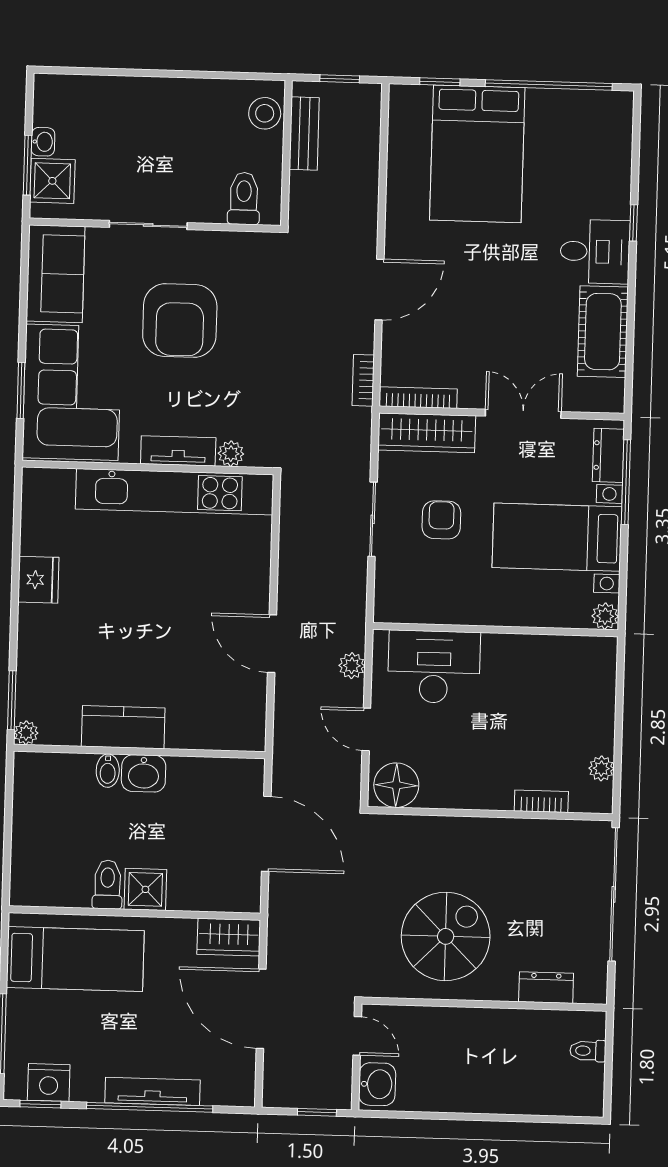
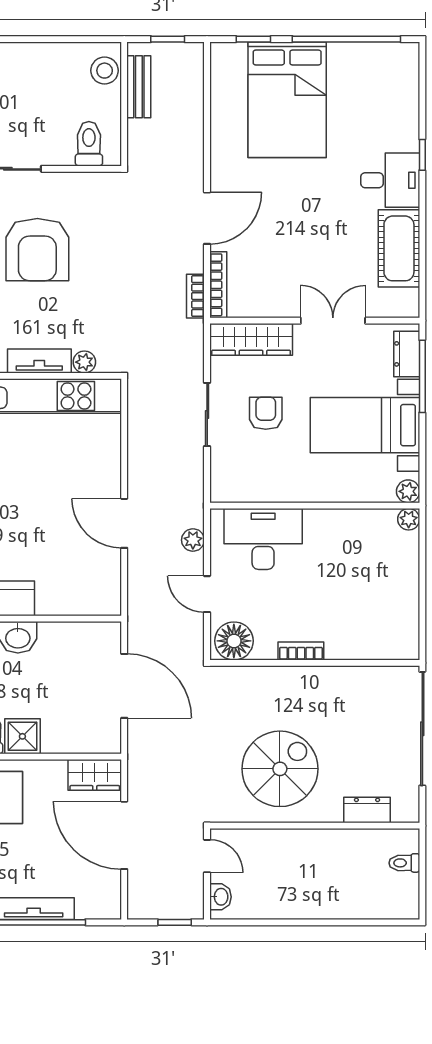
bookcase: (418, 398) -> (218, 285), moved, turned 90
plant: (601, 768) -> (409, 519), moved
bookcase: (541, 801) -> (301, 651), moved
washbasin: (377, 1084) -> (220, 897), width x0.72, depth x0.69

